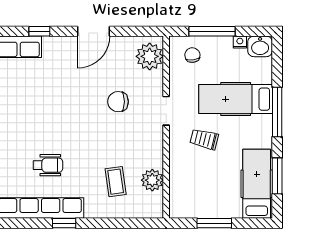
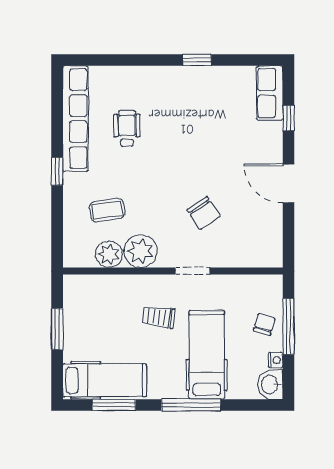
chair: (192, 55) -> (264, 324), moved, turned -66
plant: (150, 56) -> (141, 251), moved
chair: (118, 102) -> (204, 213), turned 146
trolley: (204, 139) -> (158, 317), turned -97
wheelchair: (48, 165) -> (127, 128), turned 180
window: (64, 223) -> (57, 171), moved

